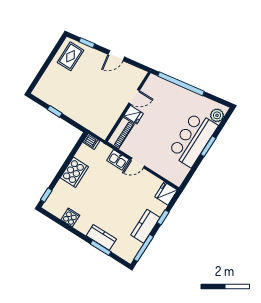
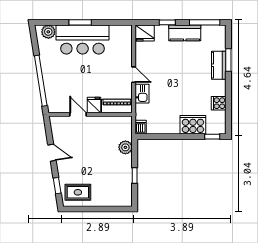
plant: (83, 118) -> (125, 147), added
cooker: (74, 172) -> (193, 125), moved

